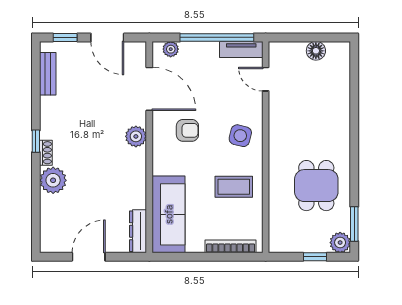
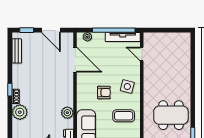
tv unit: (241, 50) -> (123, 37), width x1.41
floor lamp: (316, 51) -> (171, 38), removed
armchair: (187, 130) -> (104, 92), moved
plant: (136, 136) -> (67, 113), moved
dining table: (316, 186) -> (171, 115), width x1.38

